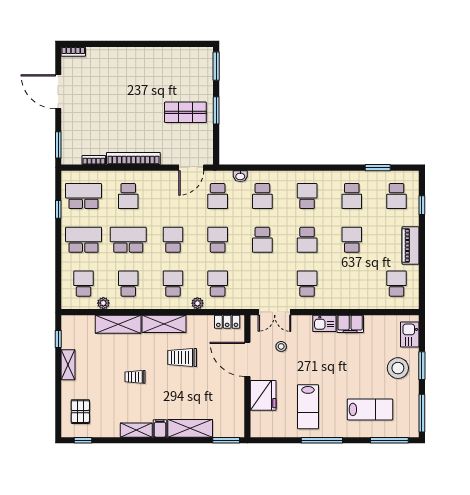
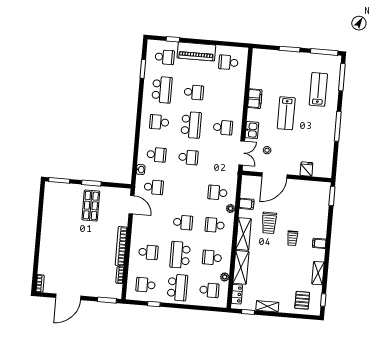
school desk: (84, 196) -> (146, 285), width x0.54
school desk: (352, 196) -> (162, 90), width x1.85
school desk: (84, 240) -> (177, 287), turned 180
school desk: (173, 240) -> (183, 222), turned 180
school desk: (218, 240) -> (186, 190), removed
school desk: (307, 240) -> (191, 125), width x1.85
school desk: (352, 240) -> (194, 92), turned 180
piano: (410, 246) -> (196, 52), width x1.37, depth x1.33
school desk: (84, 284) -> (209, 290), turned 180
school desk: (307, 284) -> (223, 127), turned 180
locker: (227, 322) -> (237, 294), moved
kitchen sink: (324, 323) -> (252, 130), moved
filing cabinet: (206, 325) -> (247, 204), added
kitchen sink: (410, 334) -> (266, 56), removed
stool: (398, 368) -> (290, 67), removed
trolley: (135, 377) -> (292, 238), moved
fridge: (263, 395) -> (306, 169), width x0.53, depth x0.75
lab bench: (308, 407) -> (286, 113), moved, turned 90
pallet: (80, 412) -> (302, 300), turned 90
shelving: (190, 428) -> (321, 221), removed
shelving: (136, 430) -> (318, 273), moved

